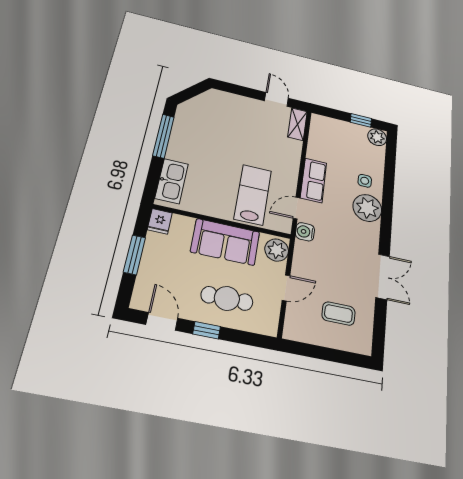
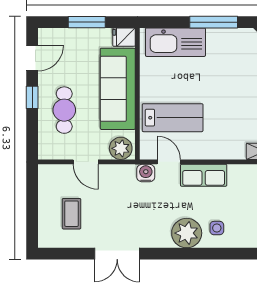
kitchen sink: (172, 181) -> (175, 42), width x1.36, depth x1.24
sofa: (225, 242) -> (118, 89), width x1.36

